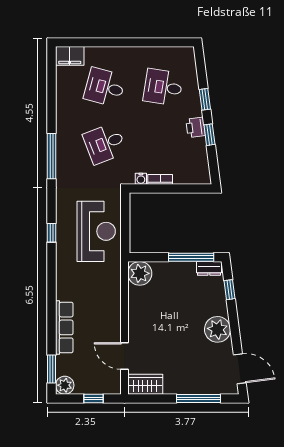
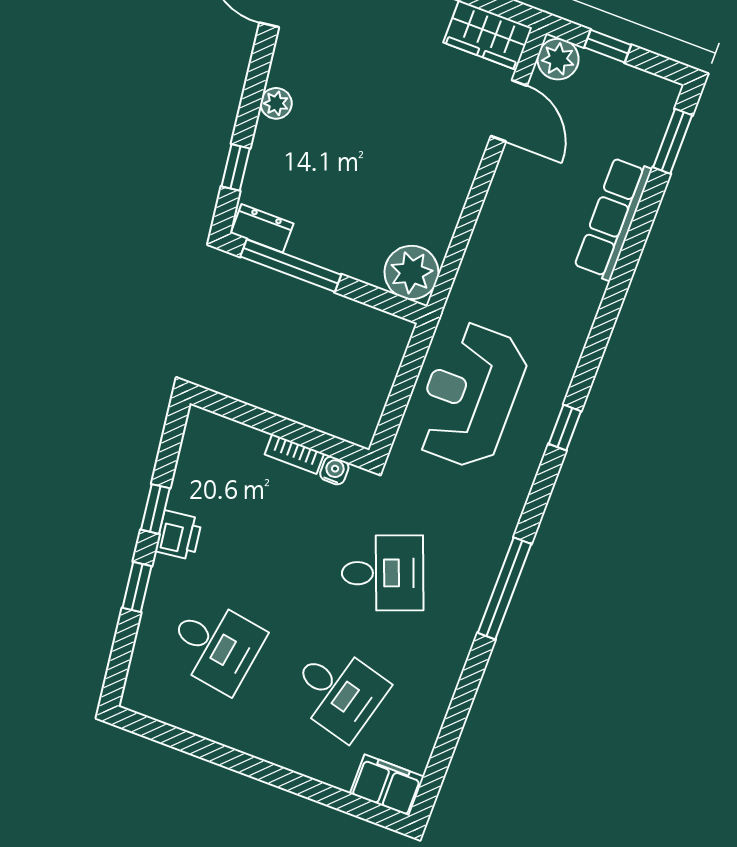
plant: (217, 329) -> (276, 103), width x0.53, depth x0.53
plant: (65, 385) -> (558, 59), moved

